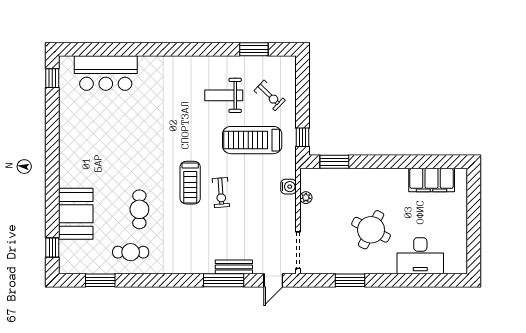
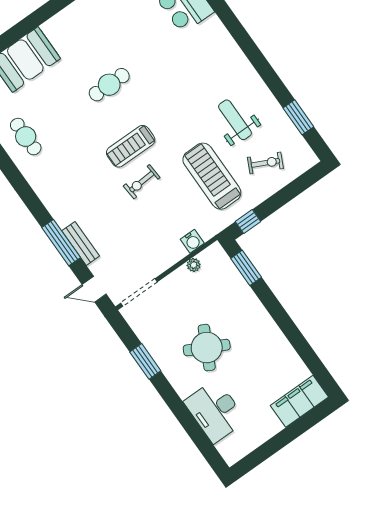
exercise bike: (270, 95) -> (265, 163), turned -108
filing cabinet: (432, 180) -> (299, 401), moved, turned 90
cafe table: (139, 209) -> (109, 85), moved

